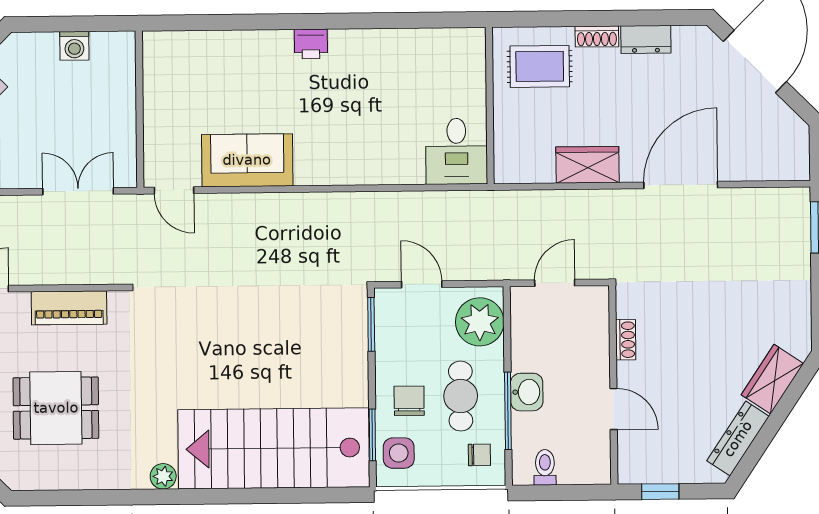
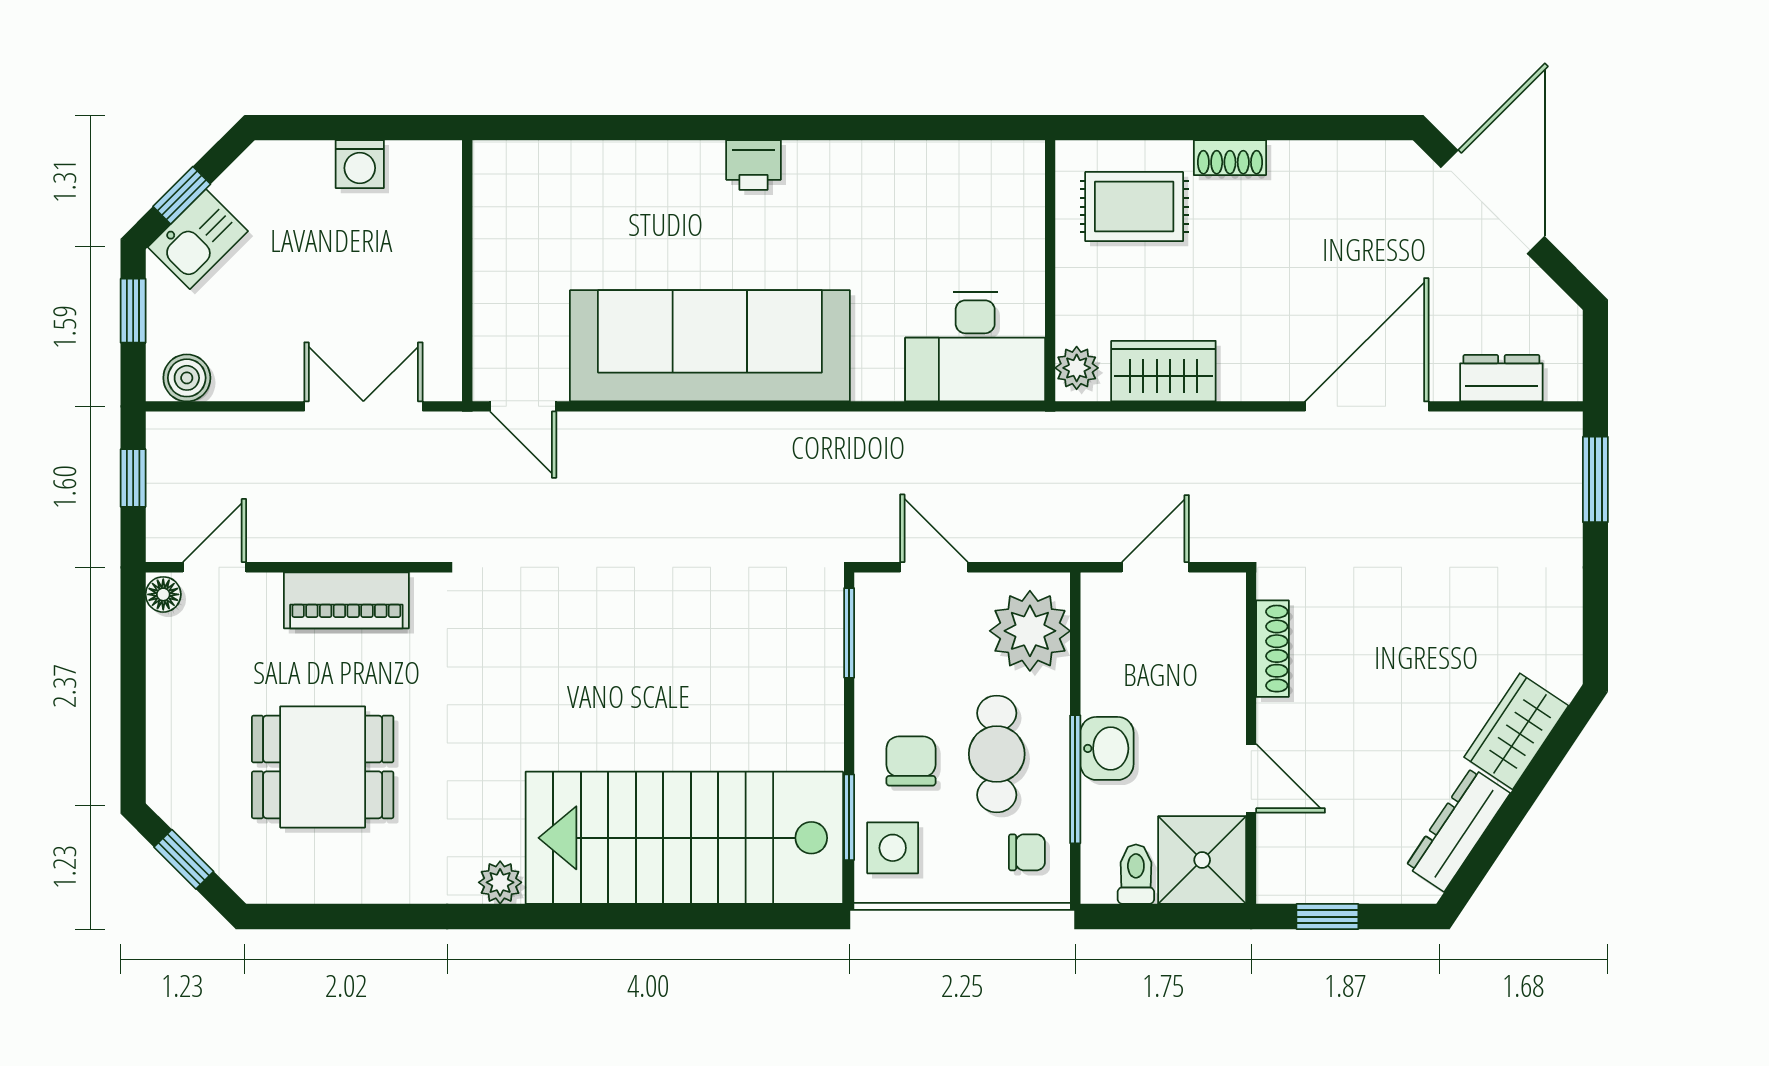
dresser: (646, 39) -> (1501, 378), moved, turned 180
desk: (456, 151) -> (975, 346), width x1.37
sofa: (247, 160) -> (710, 346), width x1.85, depth x1.27
plant: (506, 164) -> (1077, 368), added
wardrobe: (587, 165) -> (1163, 371), moved
shoe rack: (626, 340) -> (1273, 649), width x1.43
shower: (585, 458) -> (1202, 860), added

